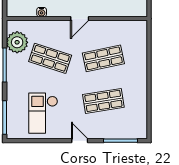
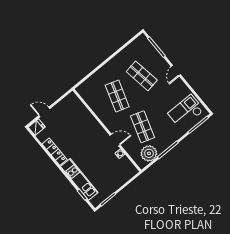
door: (80, 19) -> (115, 140), moved
shop shelf: (103, 58) -> (117, 96), turned 30
checkout: (43, 113) -> (186, 112), moved, turned 180

